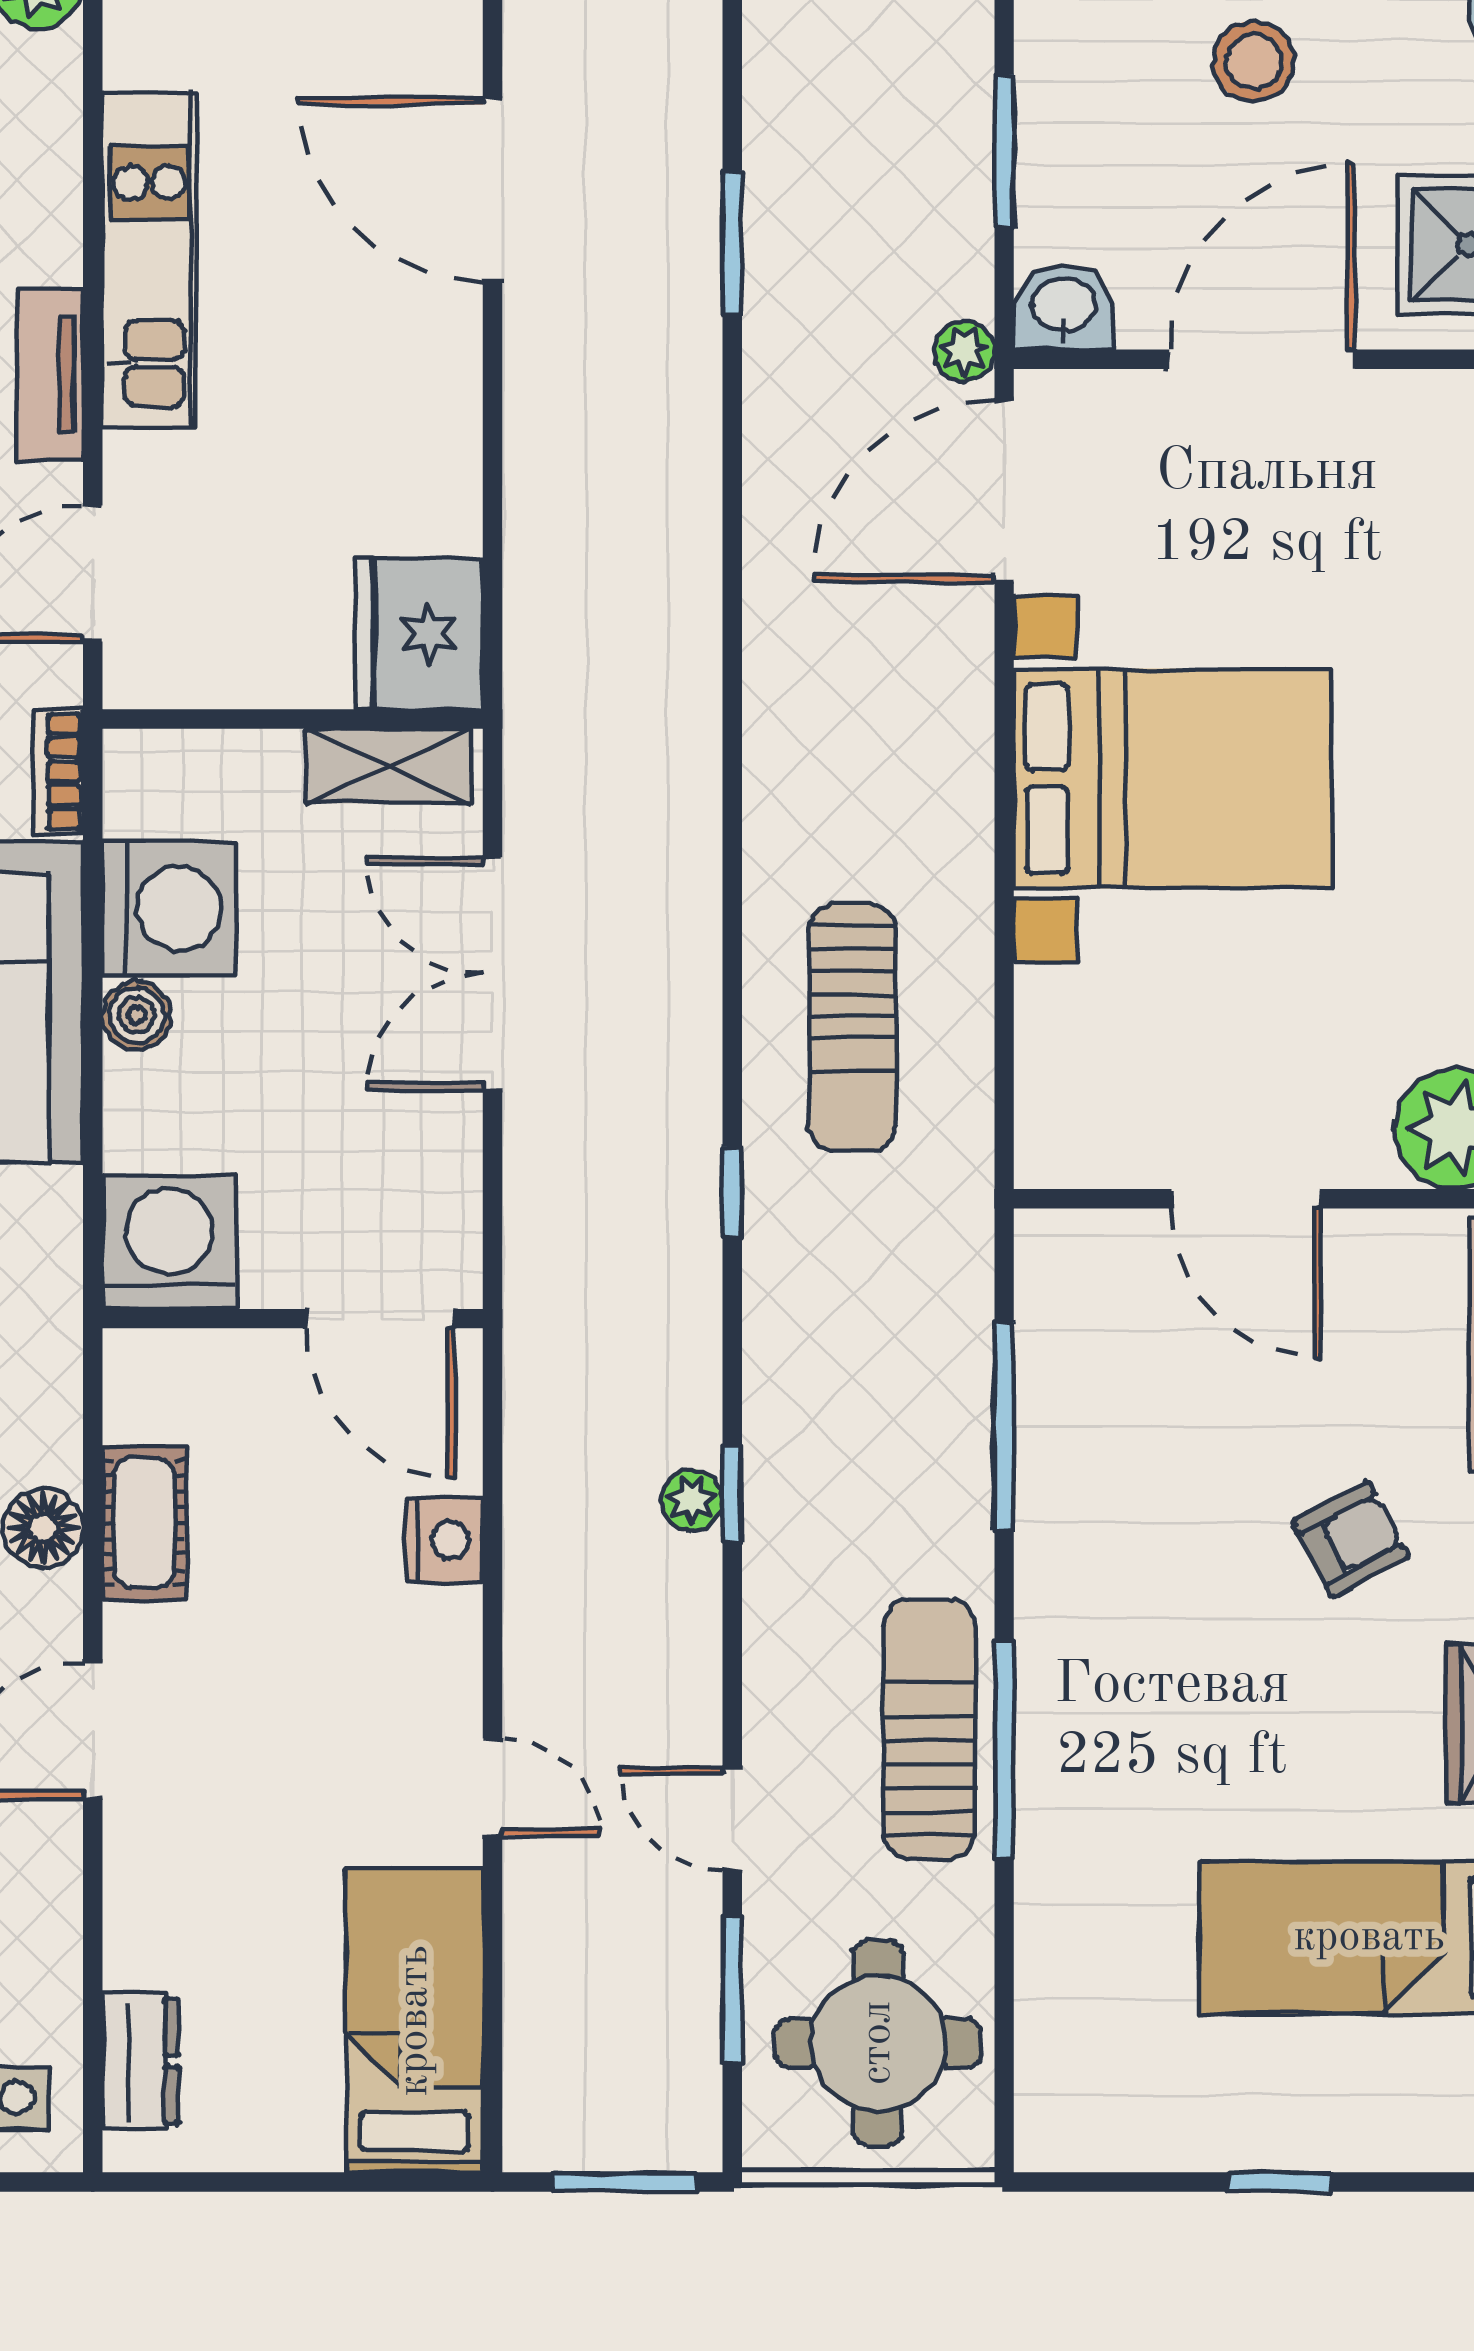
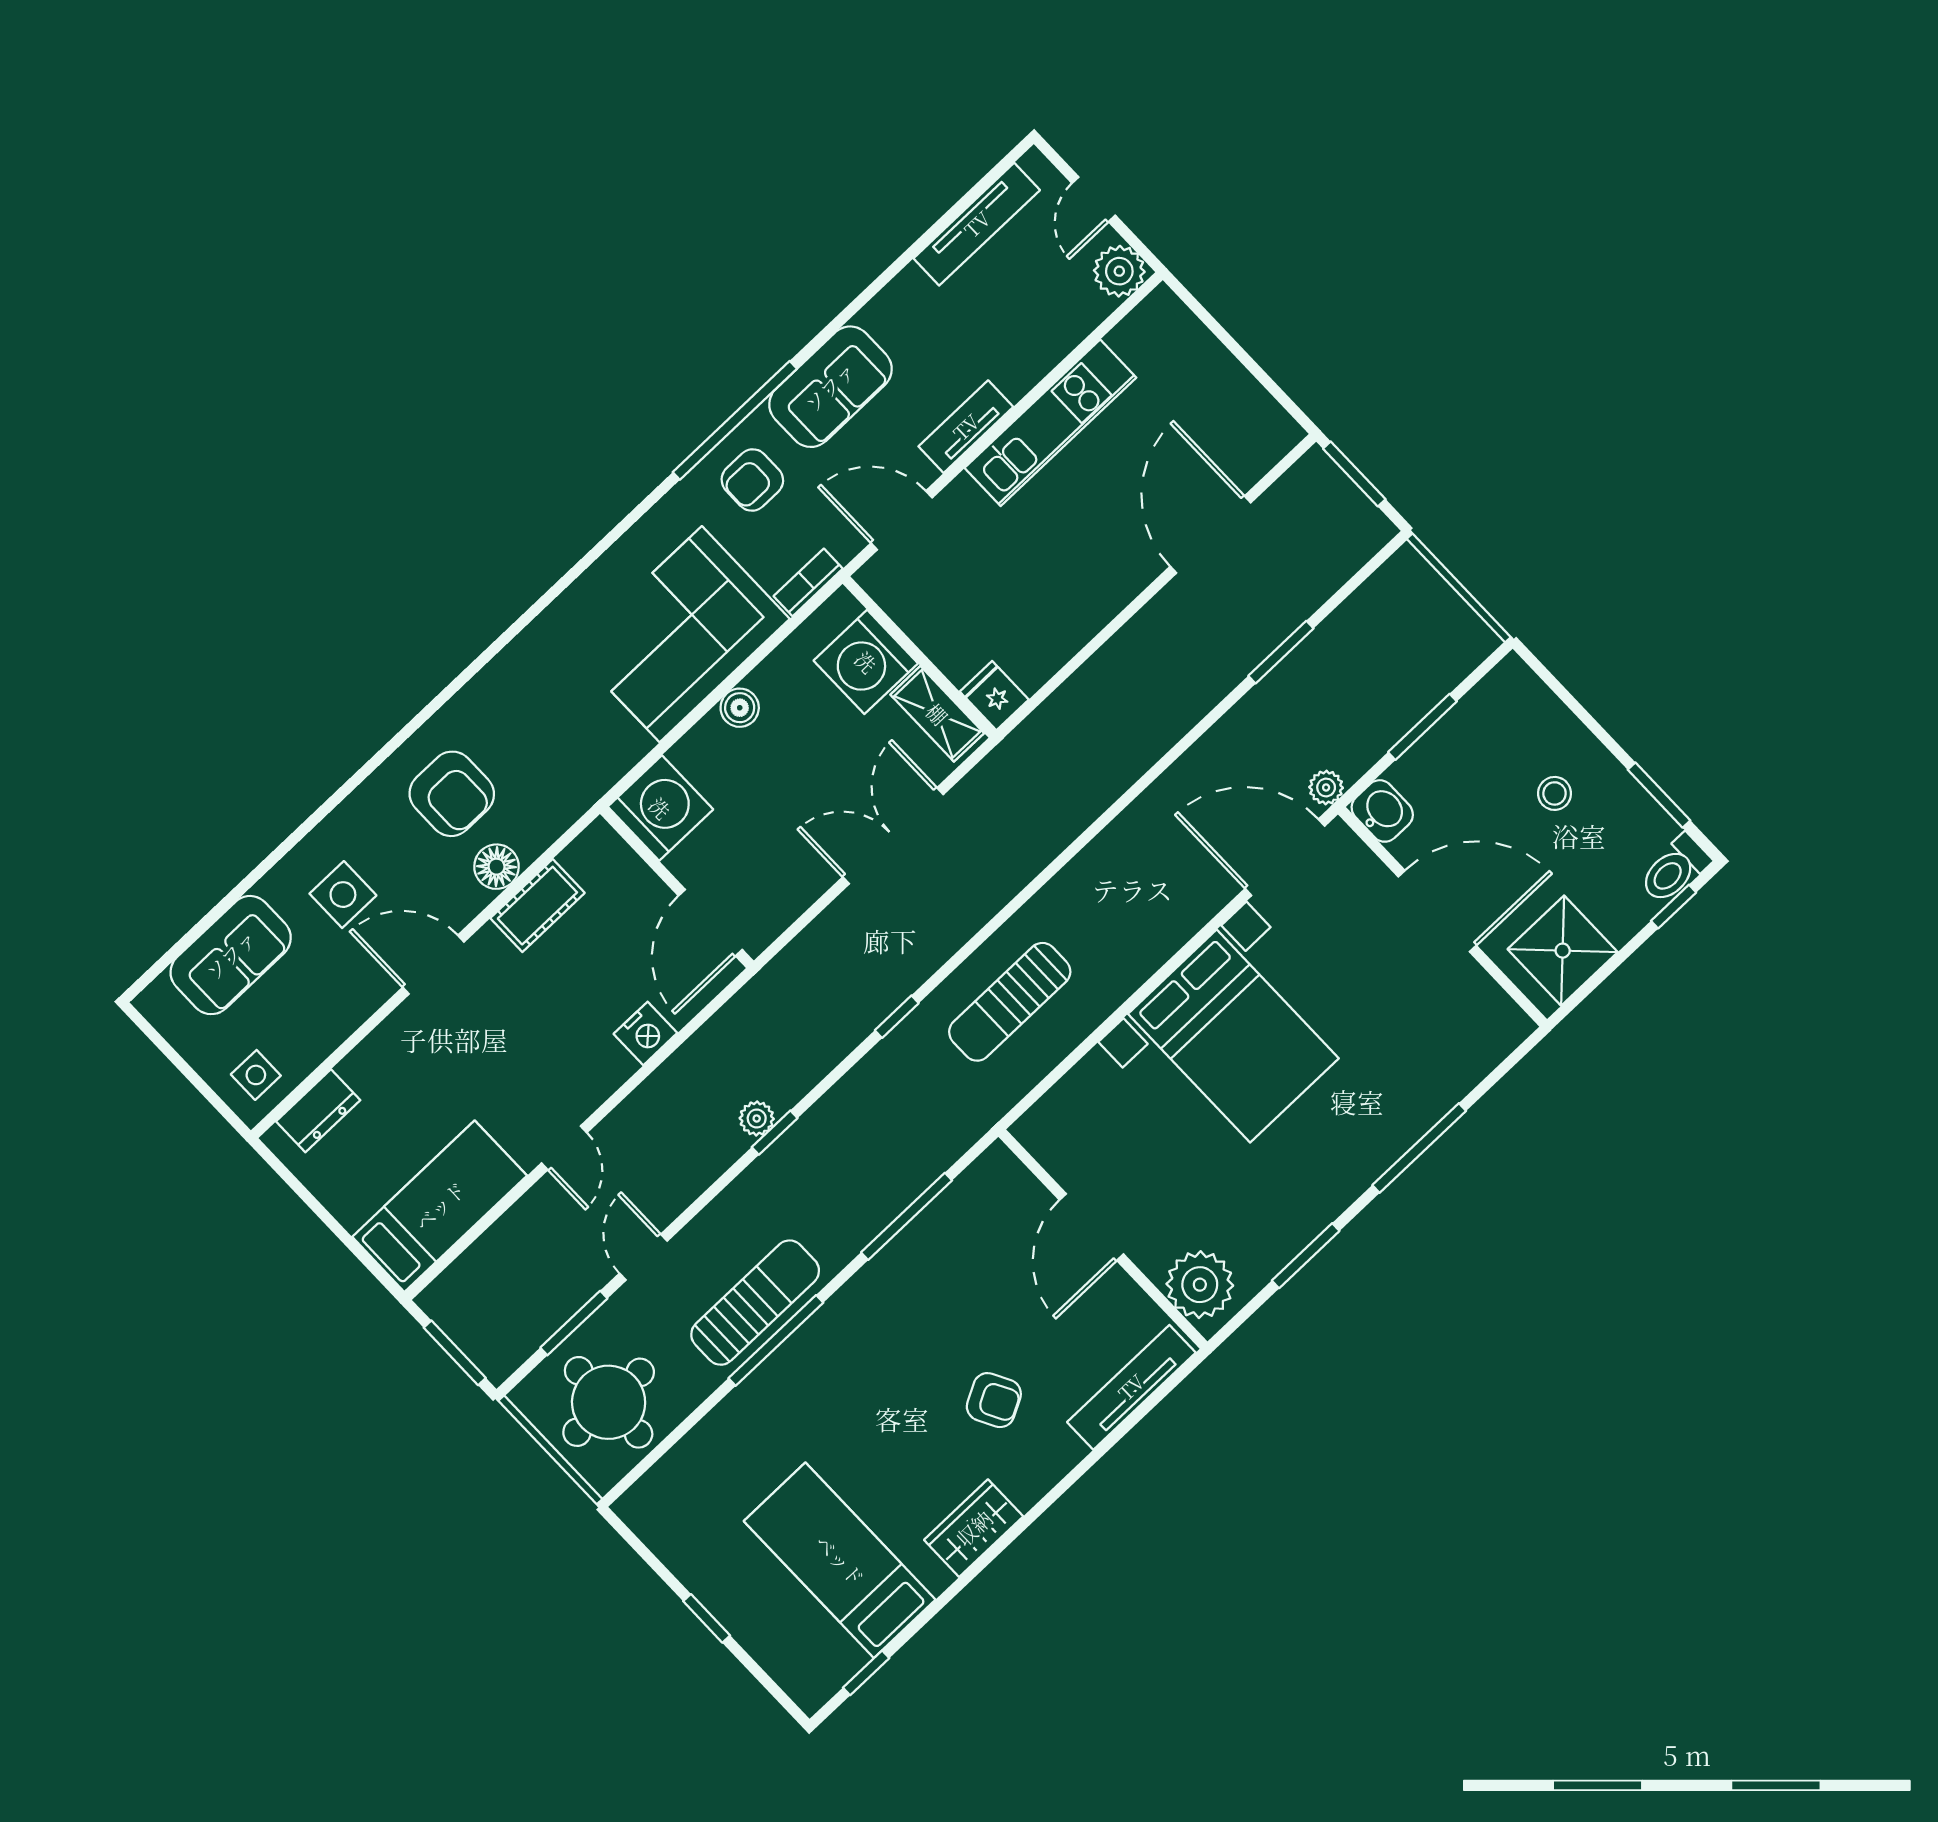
stool: (1254, 61) -> (1555, 793), width x0.73, depth x0.73
fridge: (419, 634) -> (994, 696), width x0.53, depth x0.75
washing machine: (169, 908) -> (866, 662), moved, turned 90

